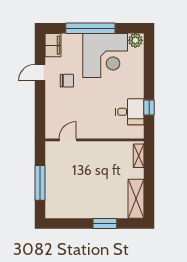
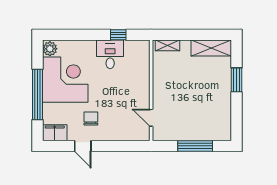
desk: (130, 112) -> (110, 54), moved

